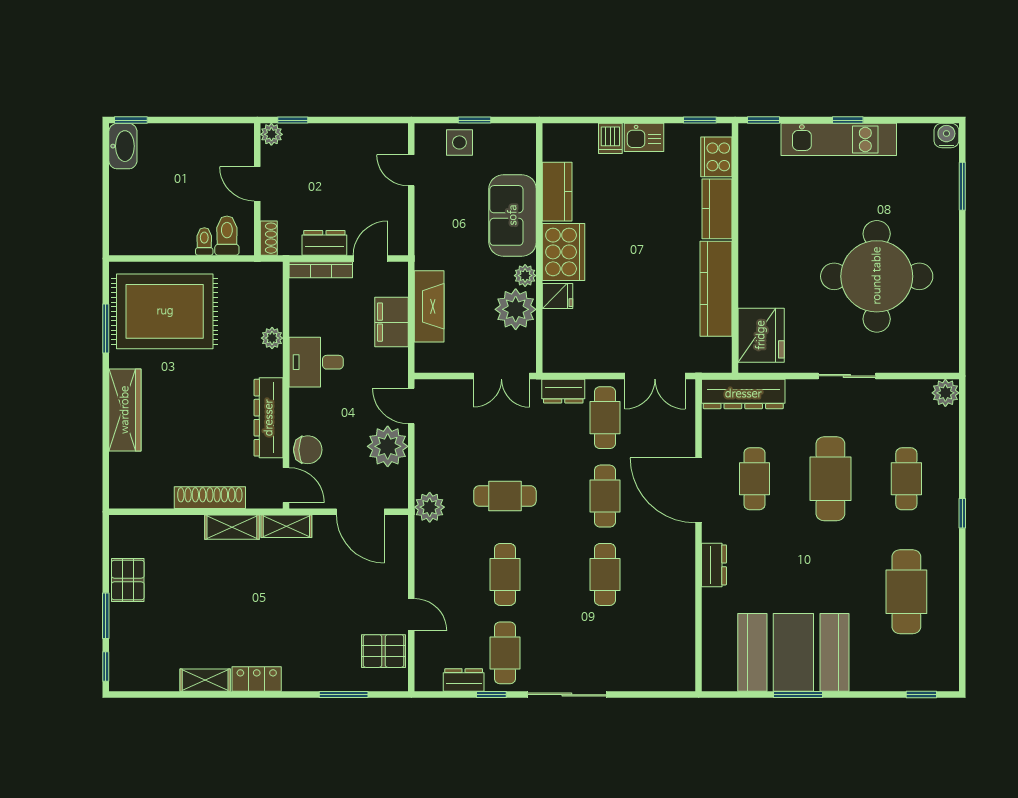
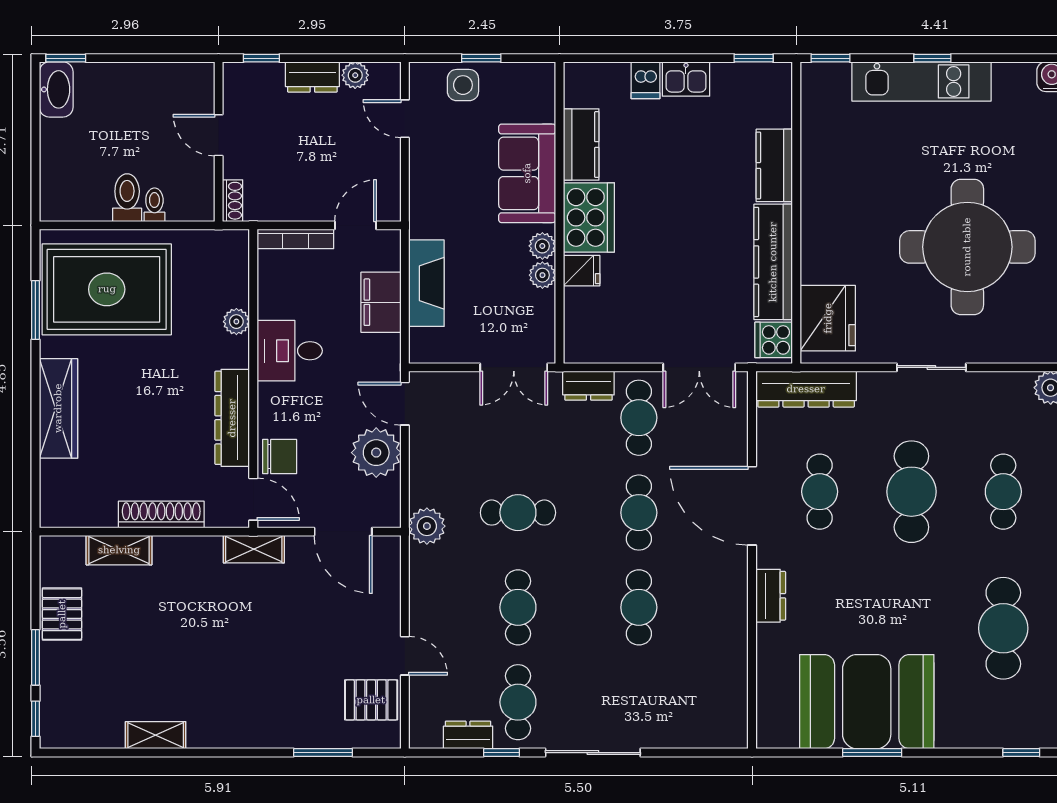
plant: (271, 134) -> (355, 75), moved
cooker: (716, 157) -> (774, 340), moved, width x0.73
toilet: (227, 236) -> (127, 198), moved
dresser: (324, 243) -> (312, 77), moved, turned 180
plant: (516, 309) -> (542, 275), width x0.53, depth x0.53
shelving: (232, 527) -> (119, 550), moved
locker: (257, 679) -> (218, 734), removed

